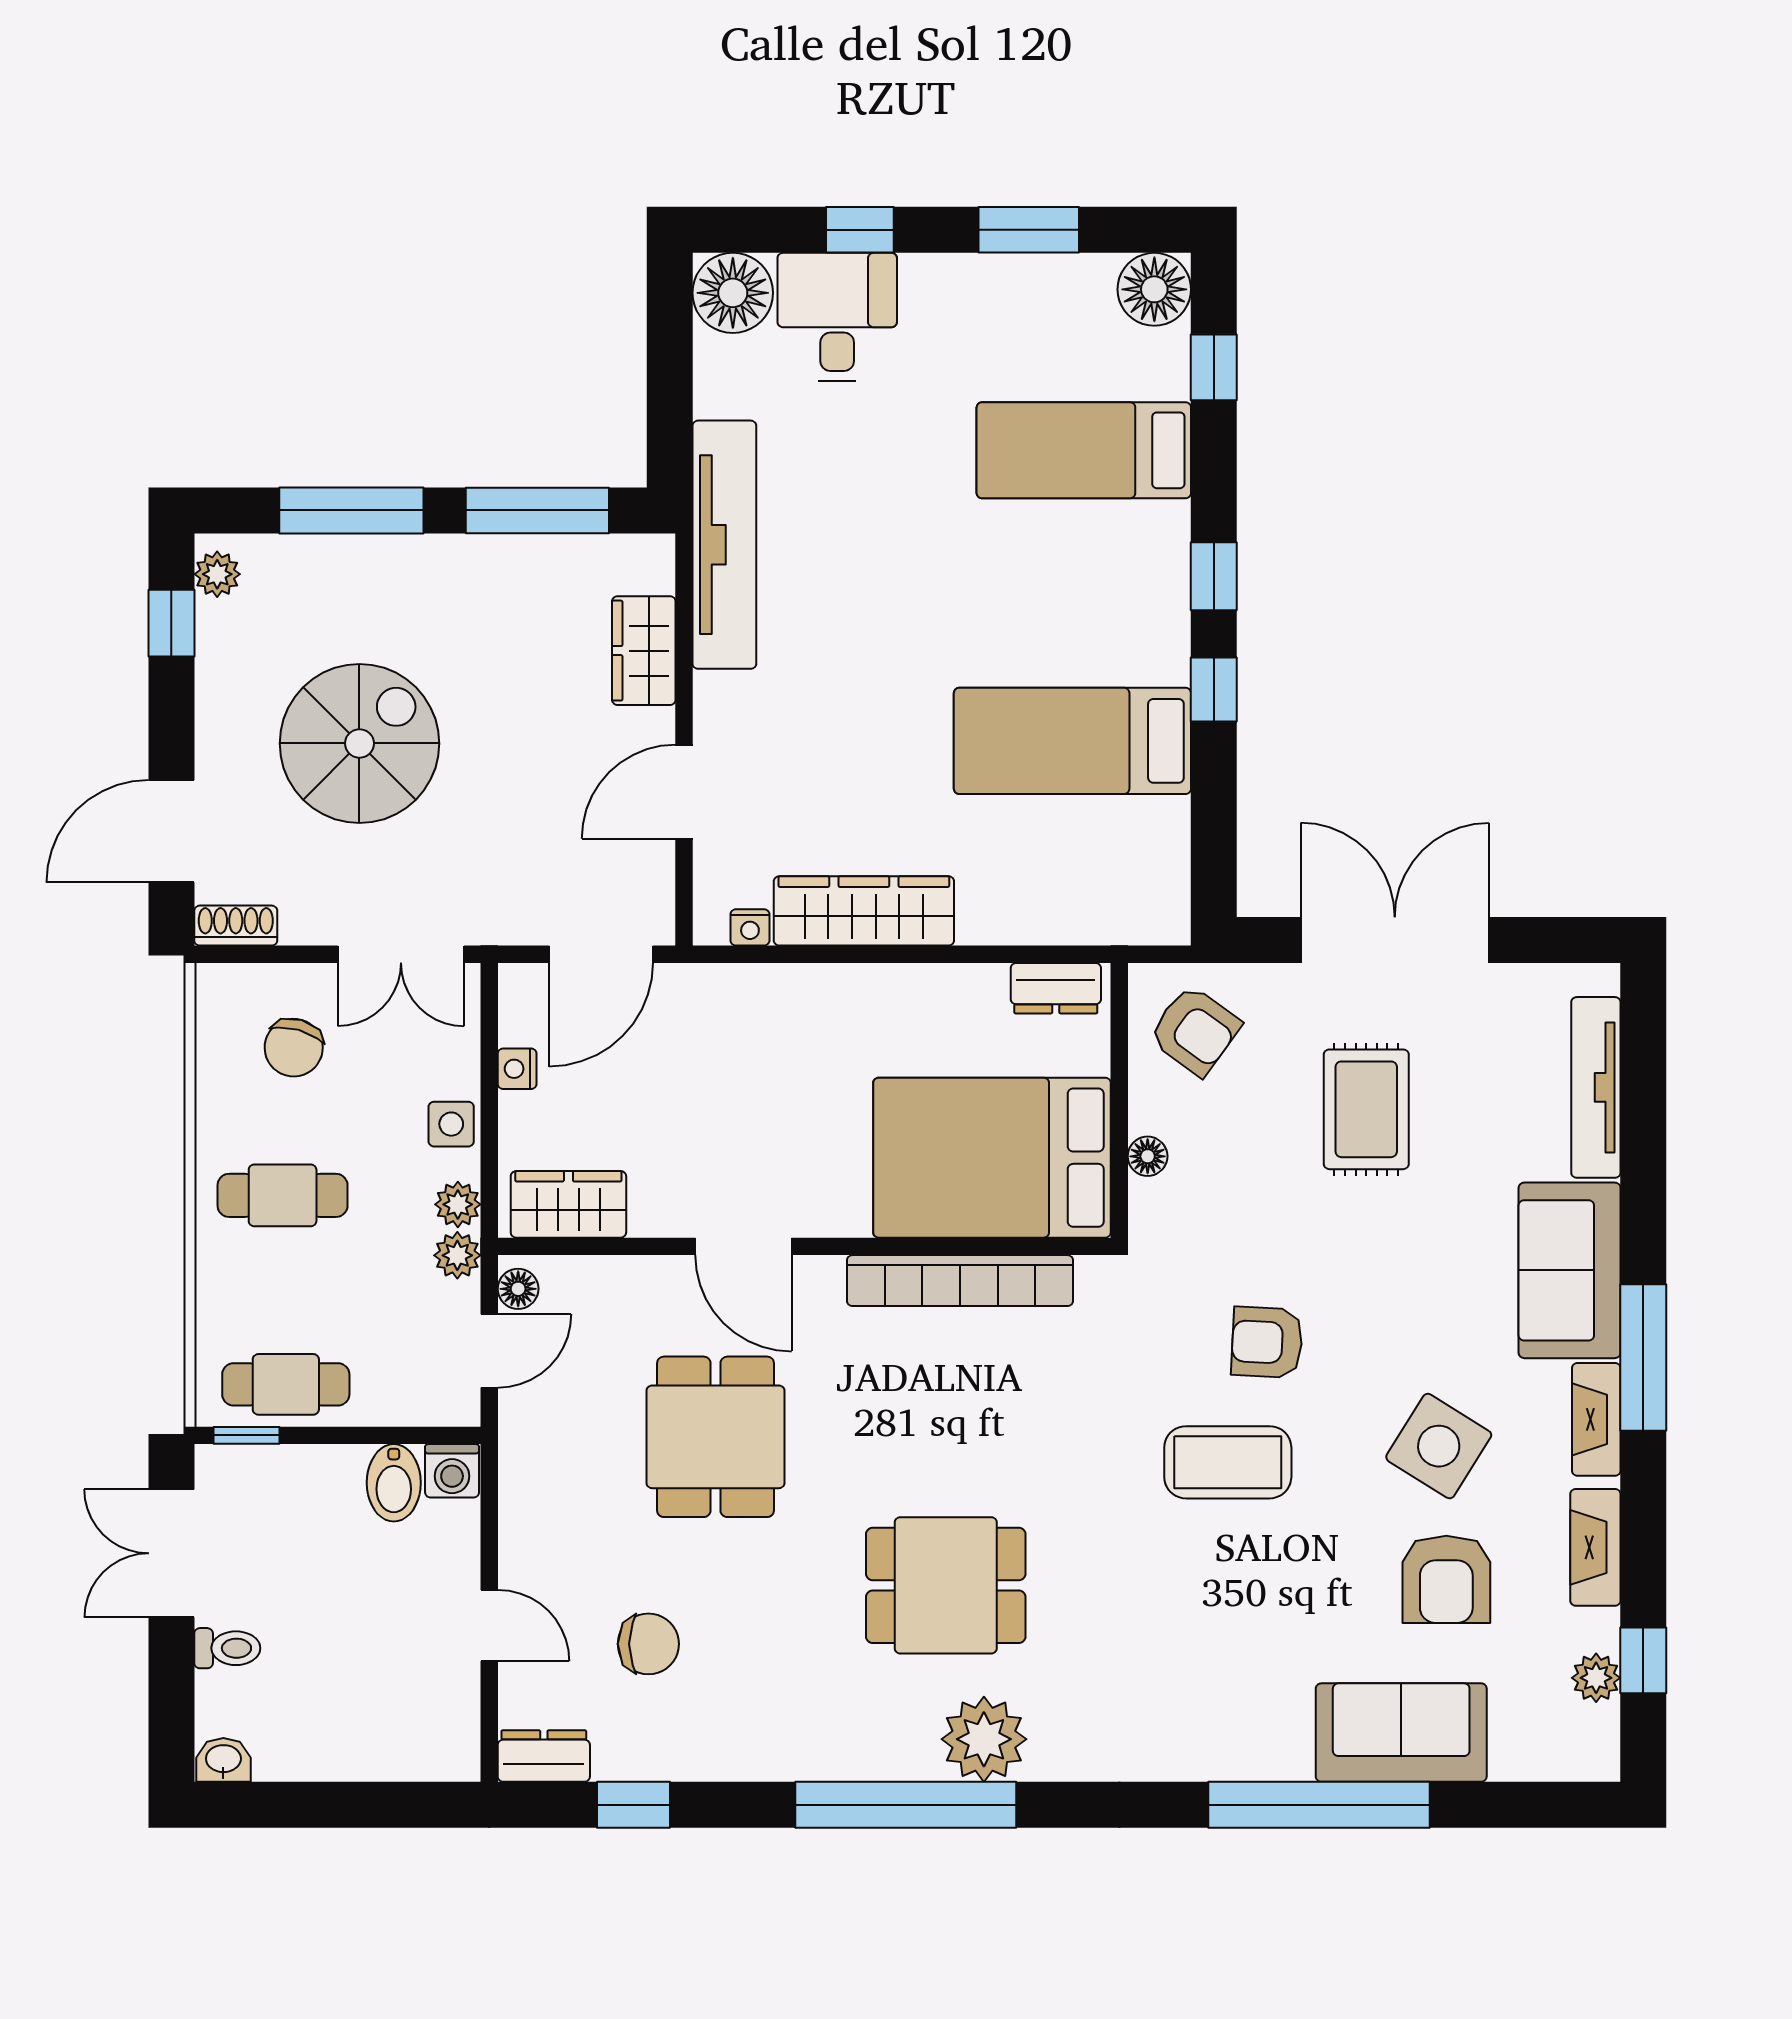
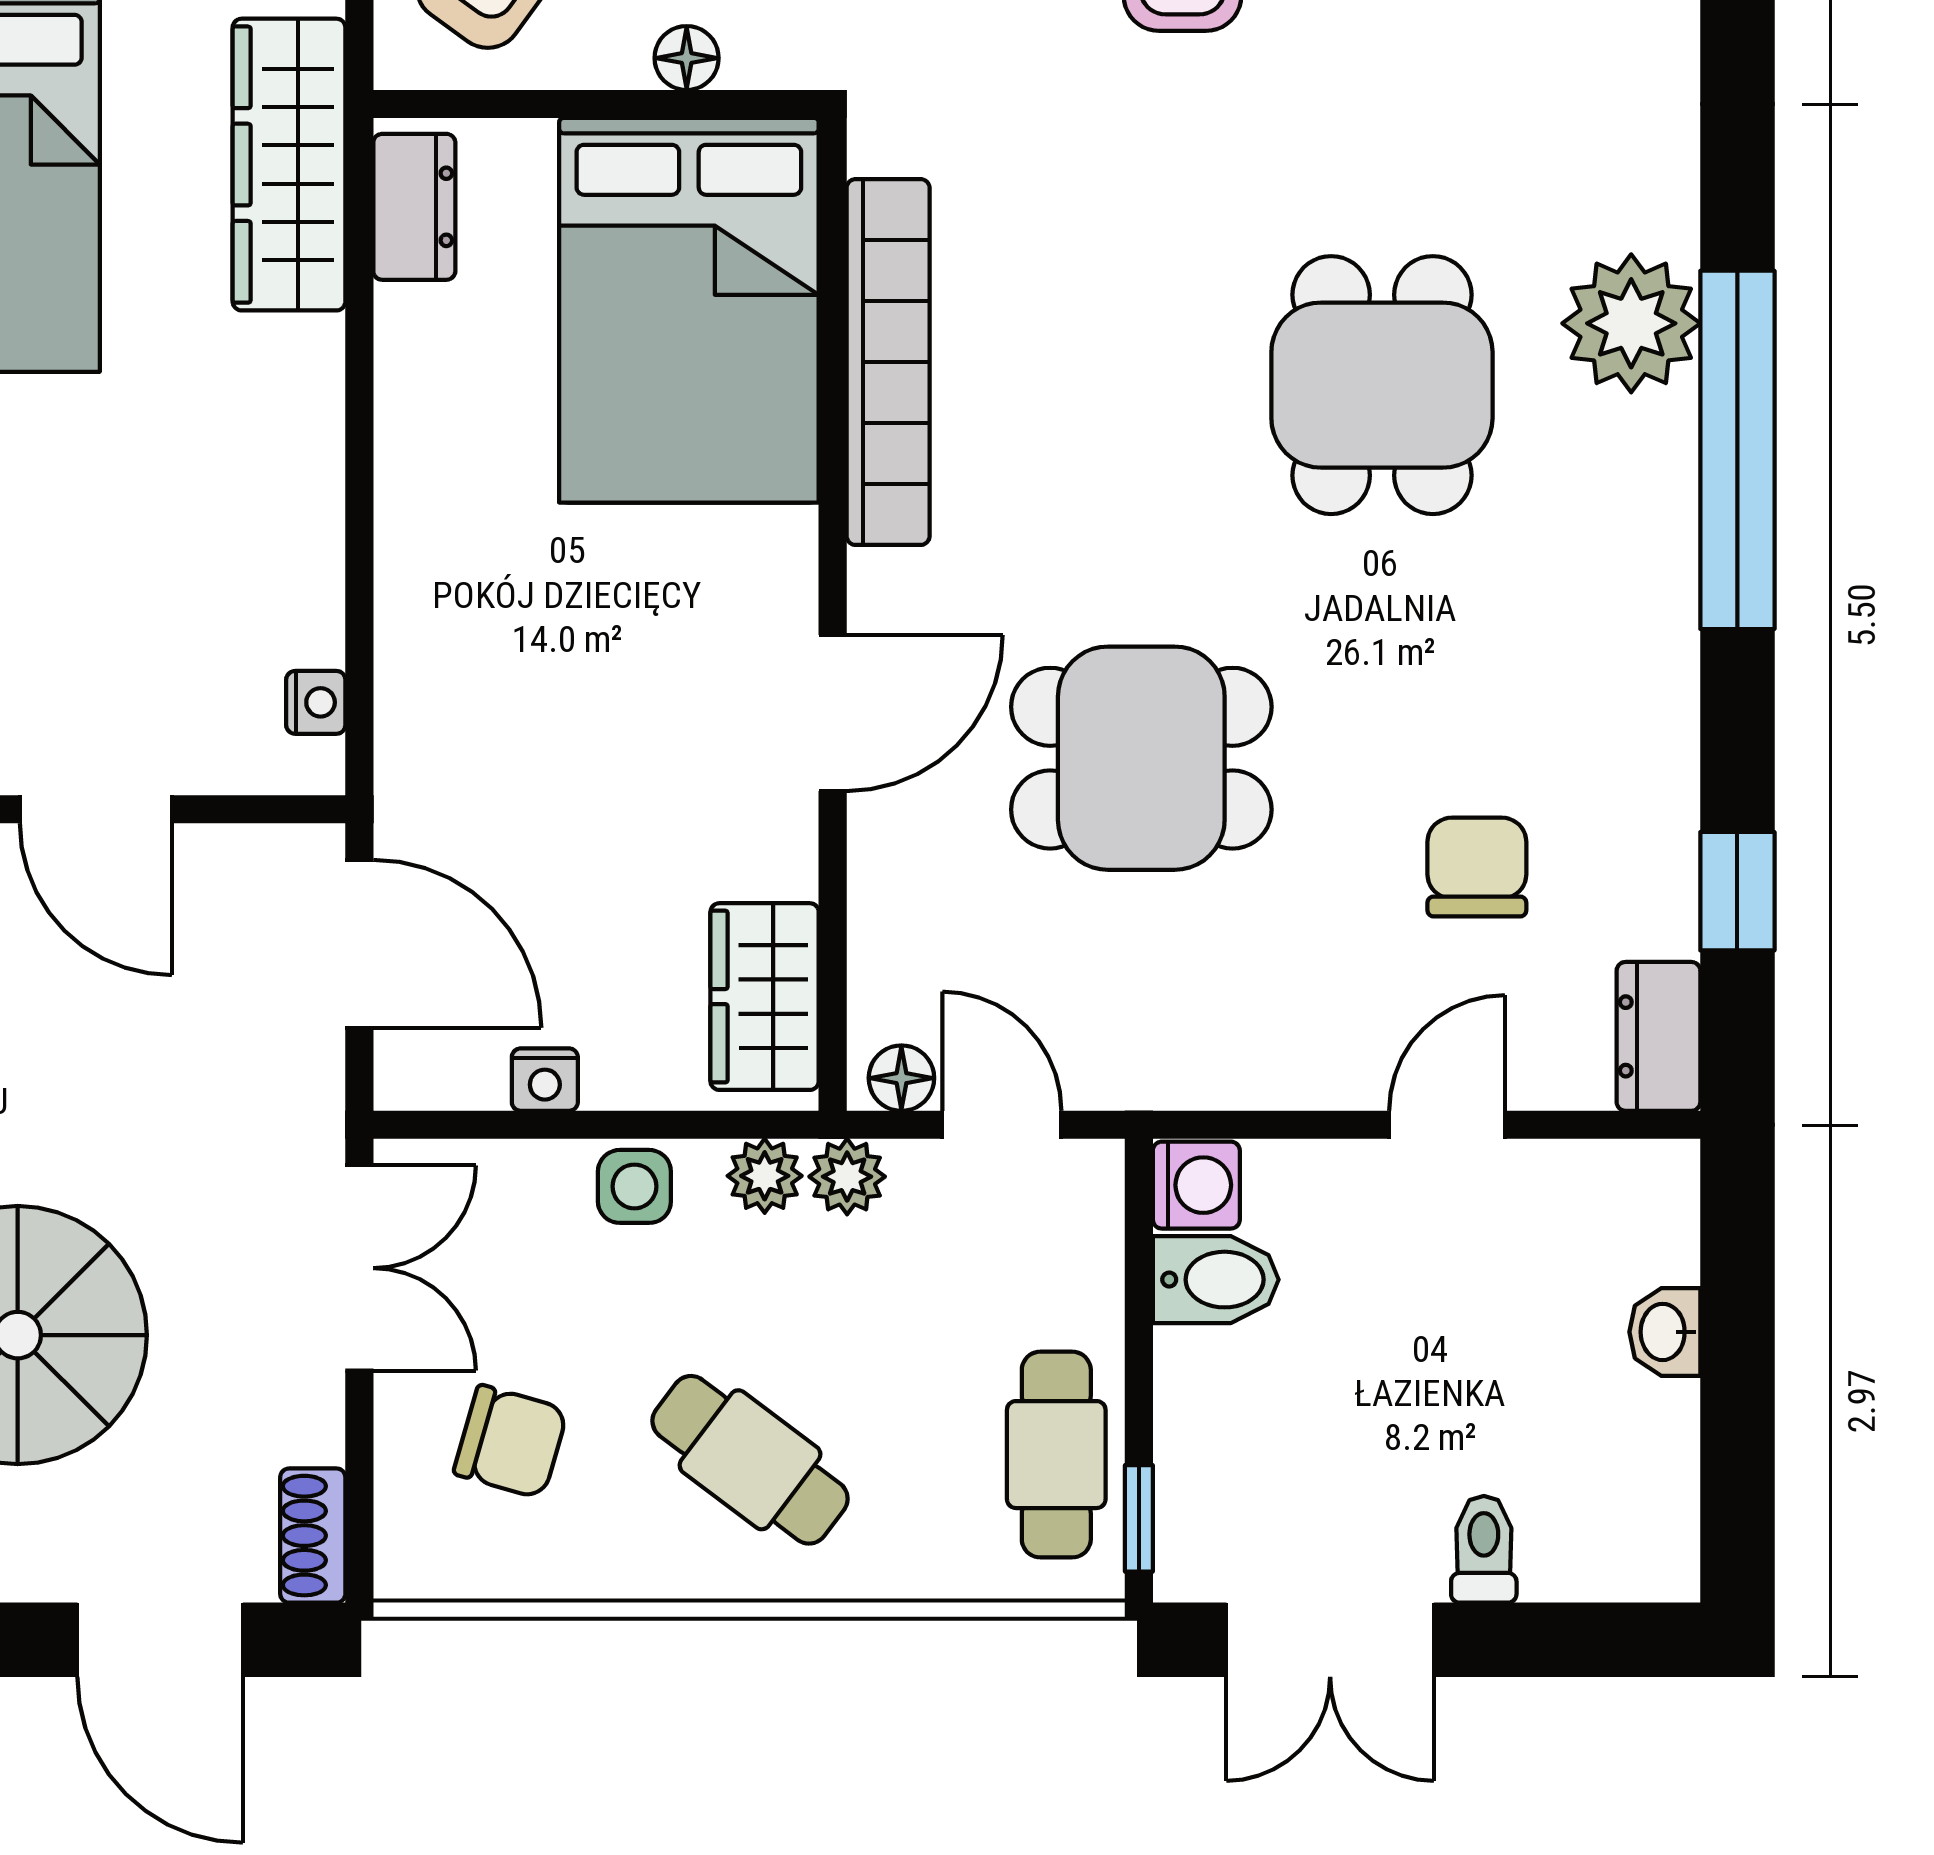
wardrobe: (864, 911) -> (289, 165), moved
cafe table: (283, 1195) -> (750, 1460), turned -53
washbasin: (223, 1760) -> (1665, 1332), moved

